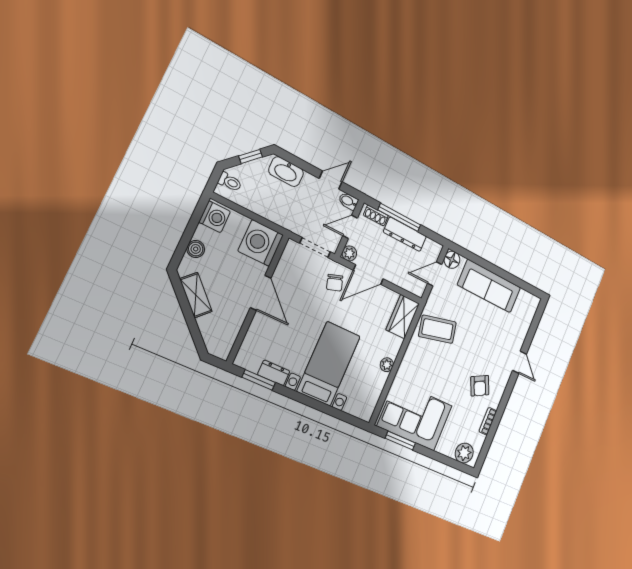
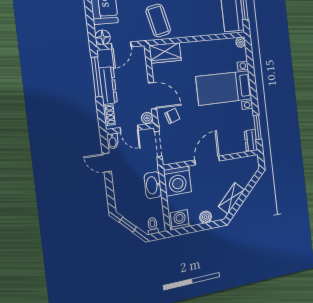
washbasin: (286, 172) -> (153, 185), moved, turned 180
window: (399, 217) -> (97, 77), moved
door: (435, 274) -> (121, 45), hinge flipped
plant: (387, 365) -> (240, 42), moved
dresser: (274, 373) -> (251, 140), moved

